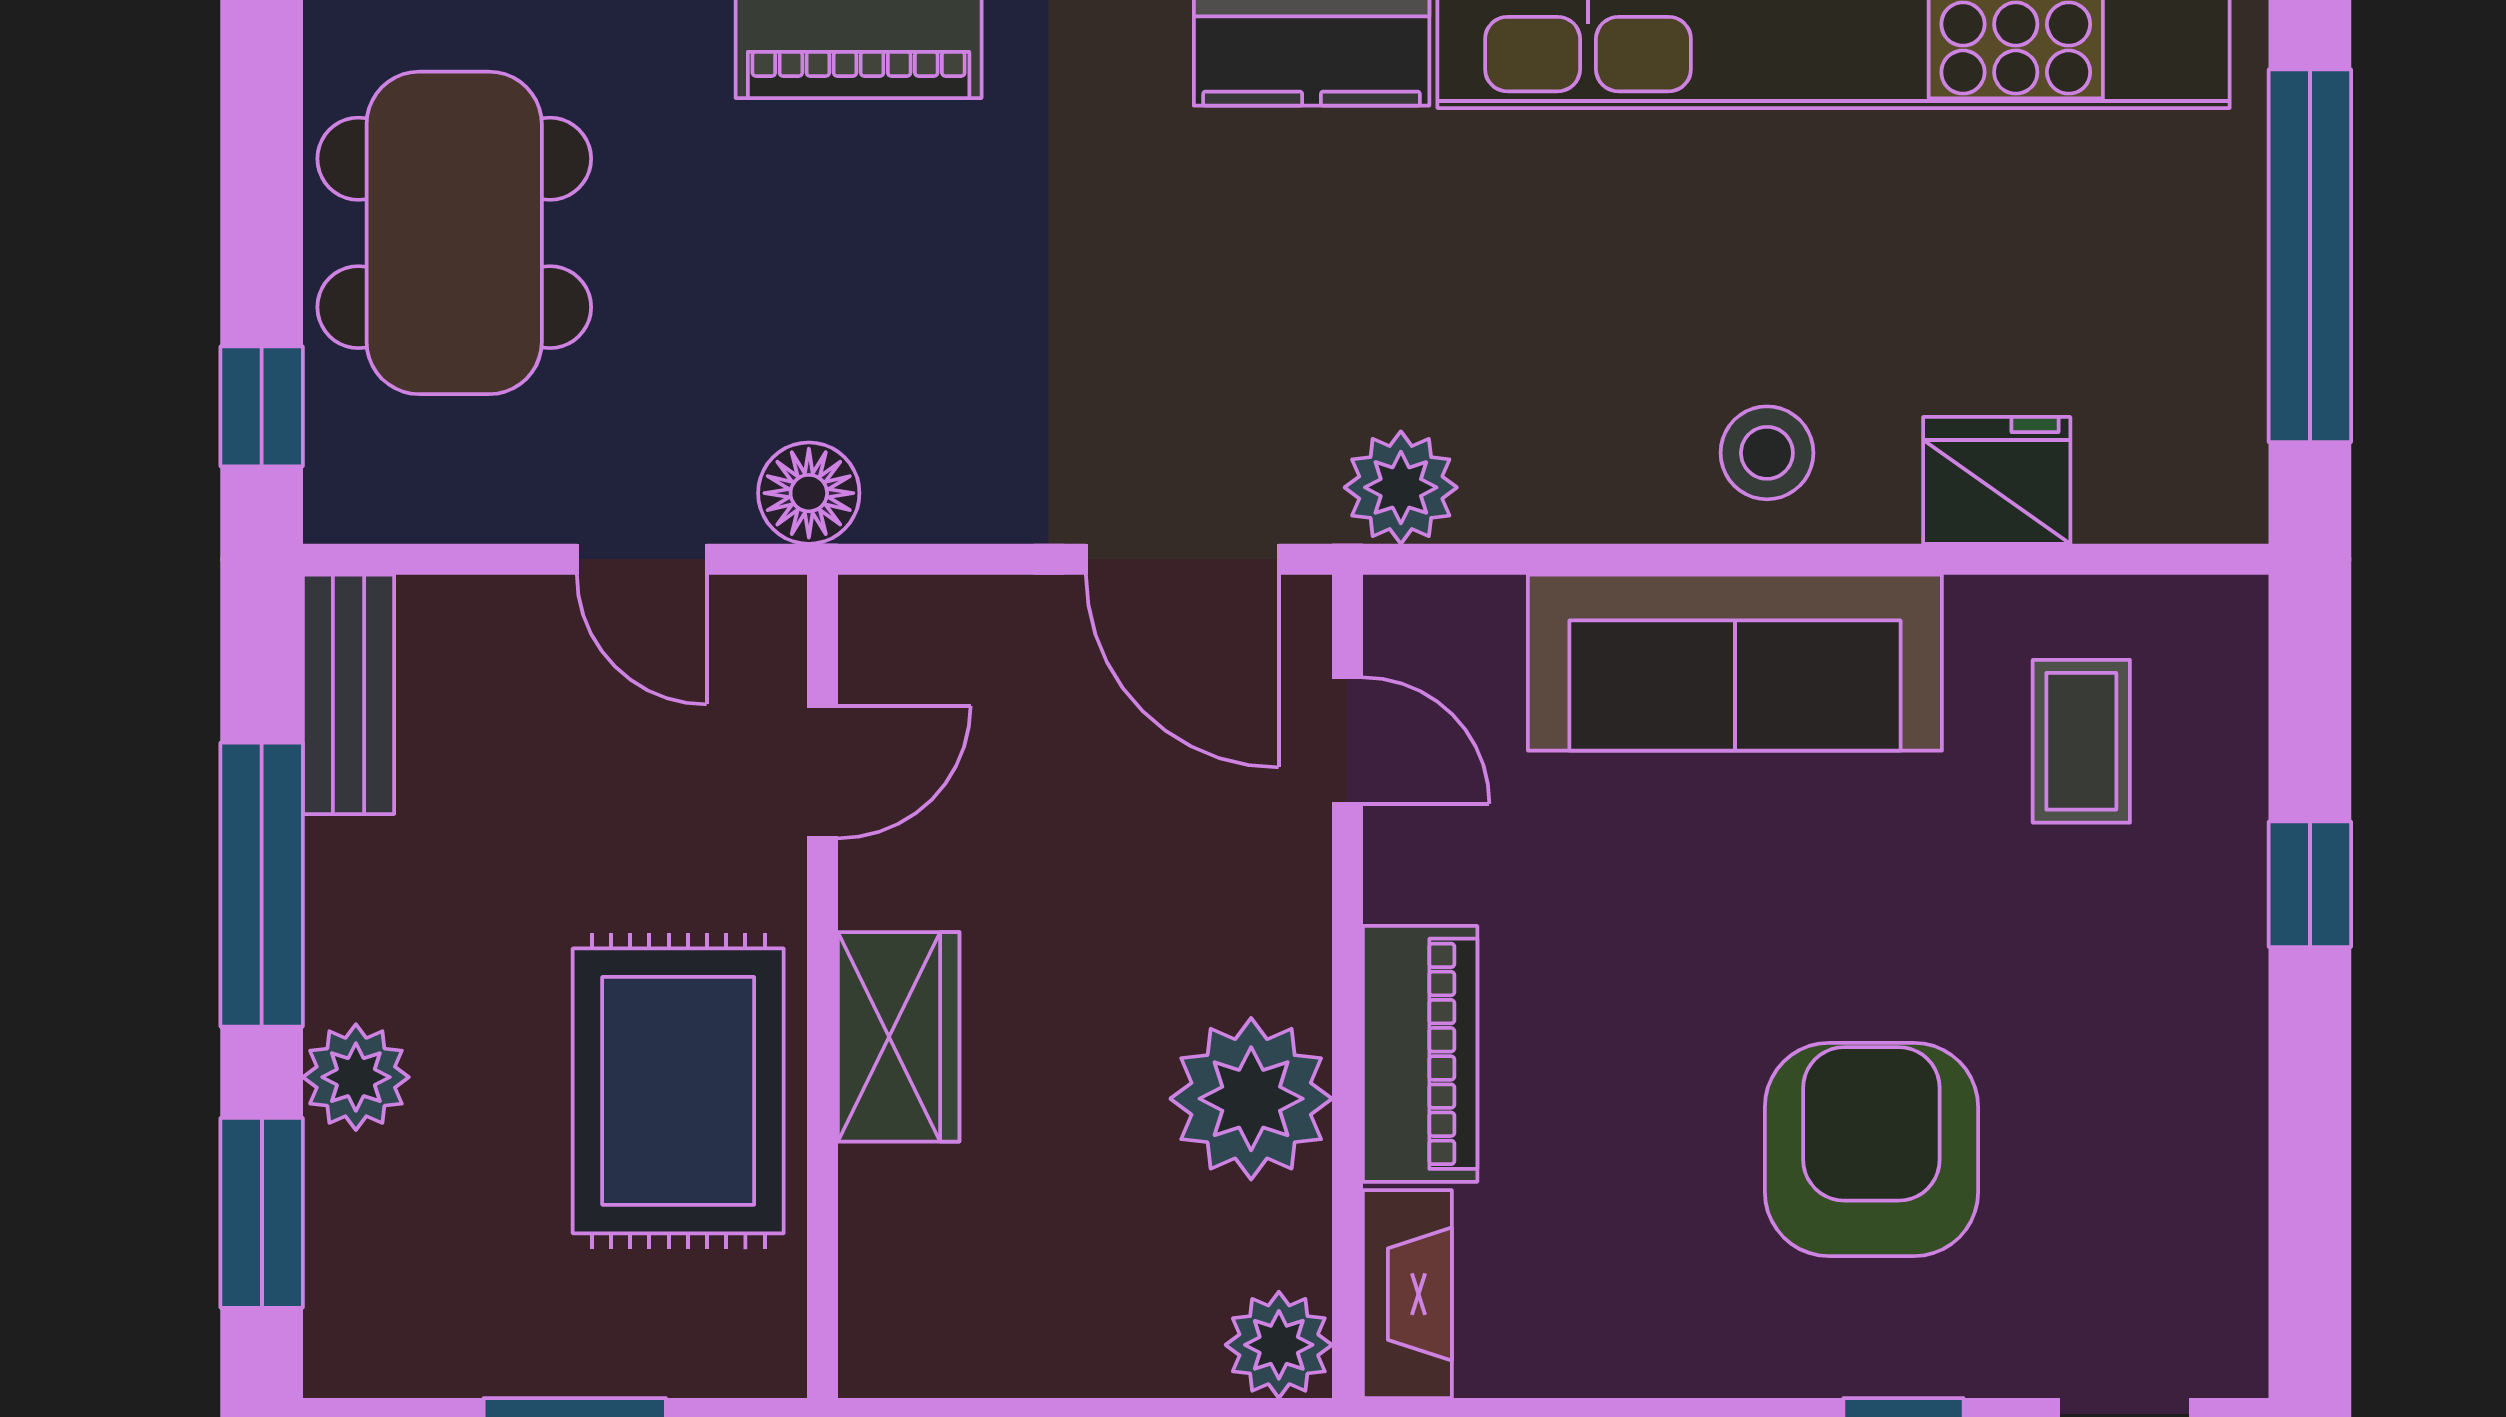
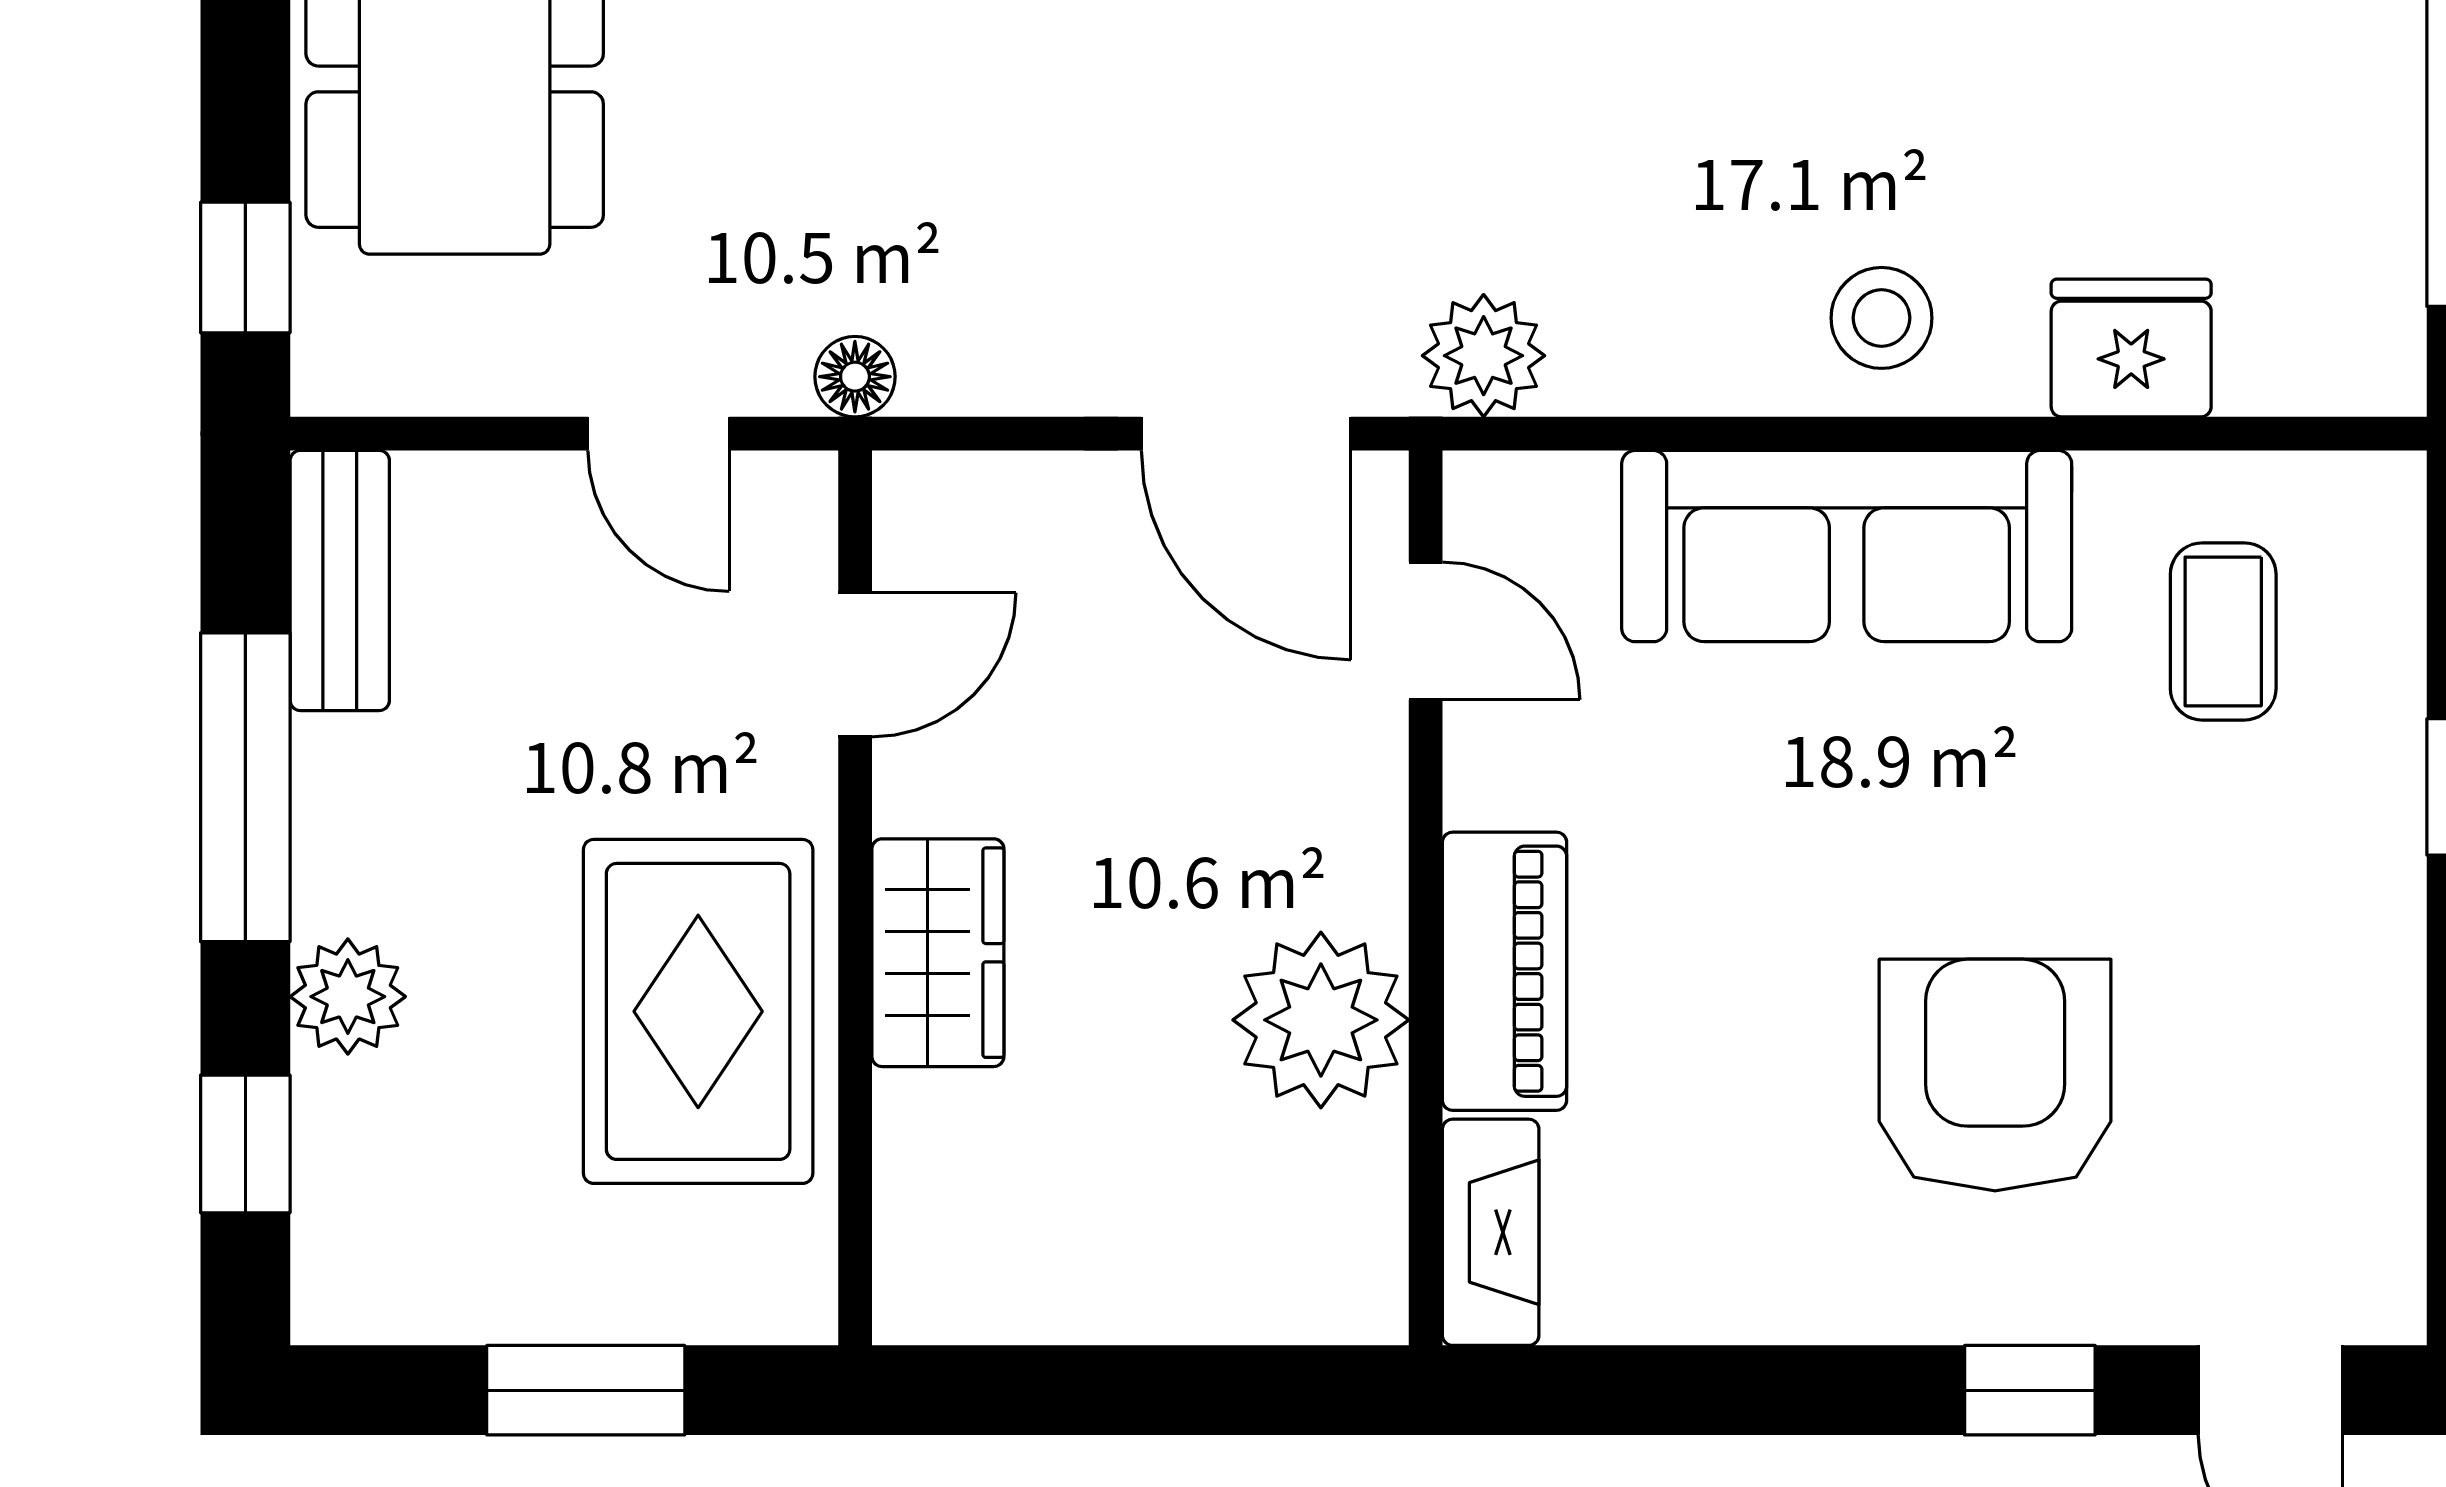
floor lamp: (809, 493) -> (855, 377), width x0.73, depth x0.73
window: (262, 1213) -> (245, 1144), width x0.67
plant: (1279, 1345) -> (1351, 1288), removed

